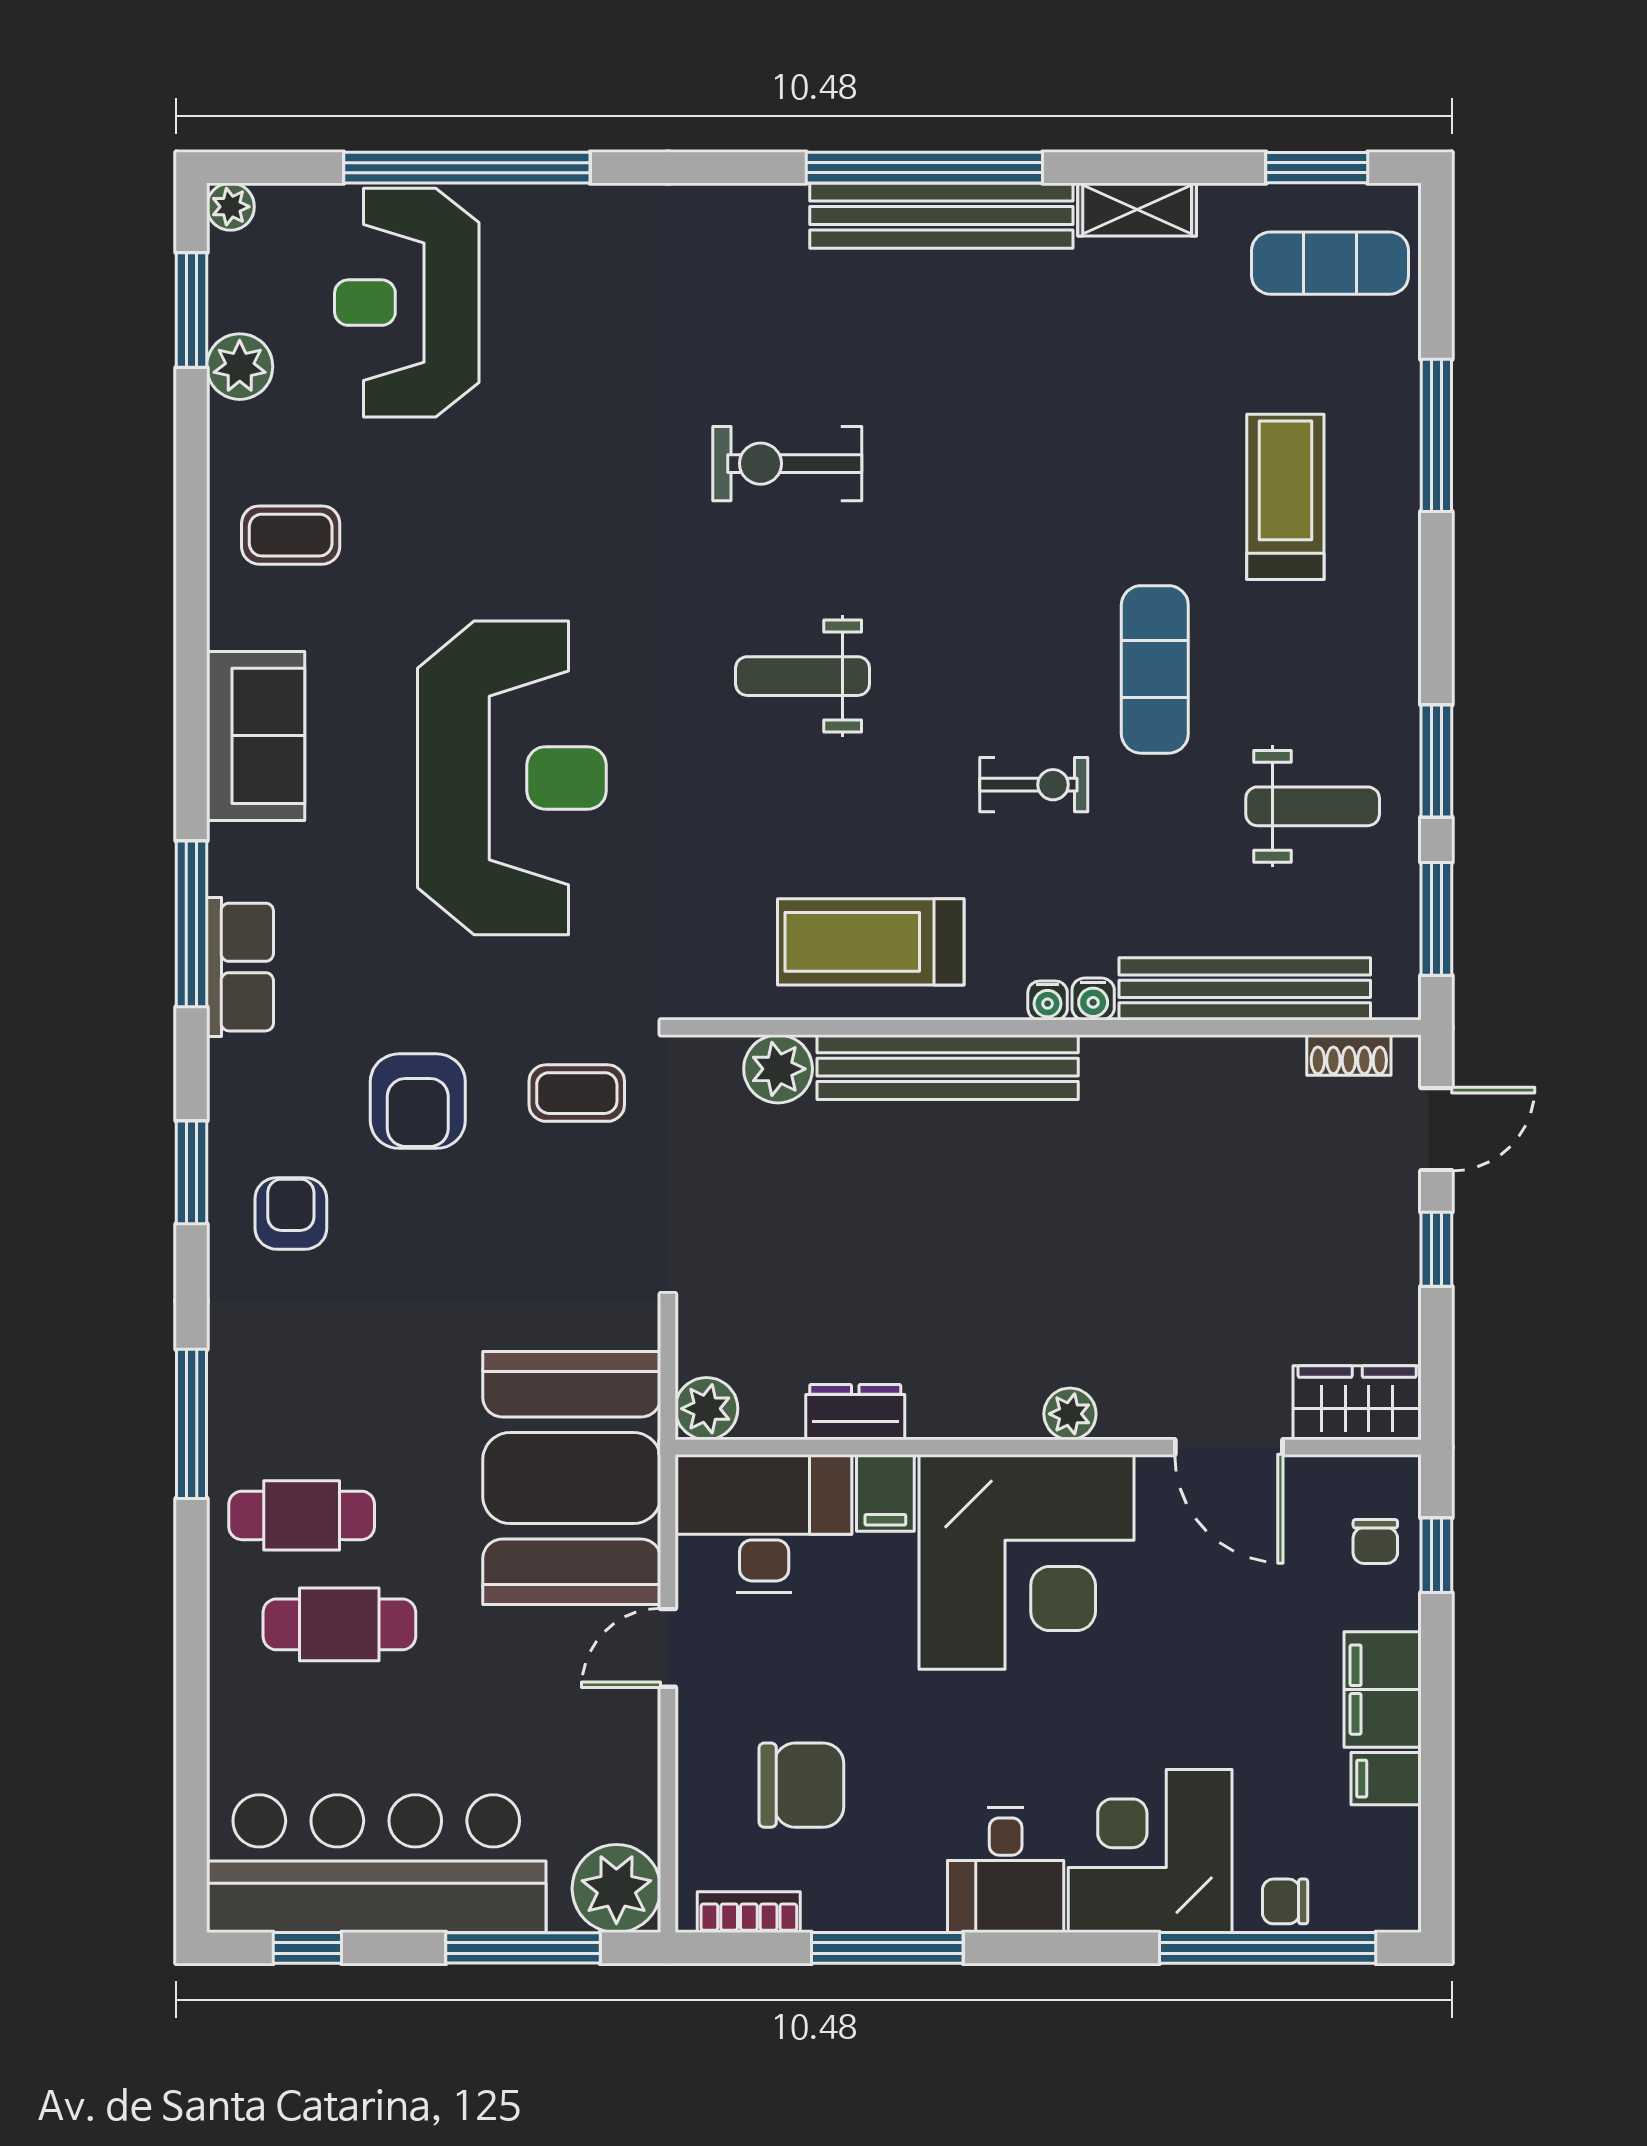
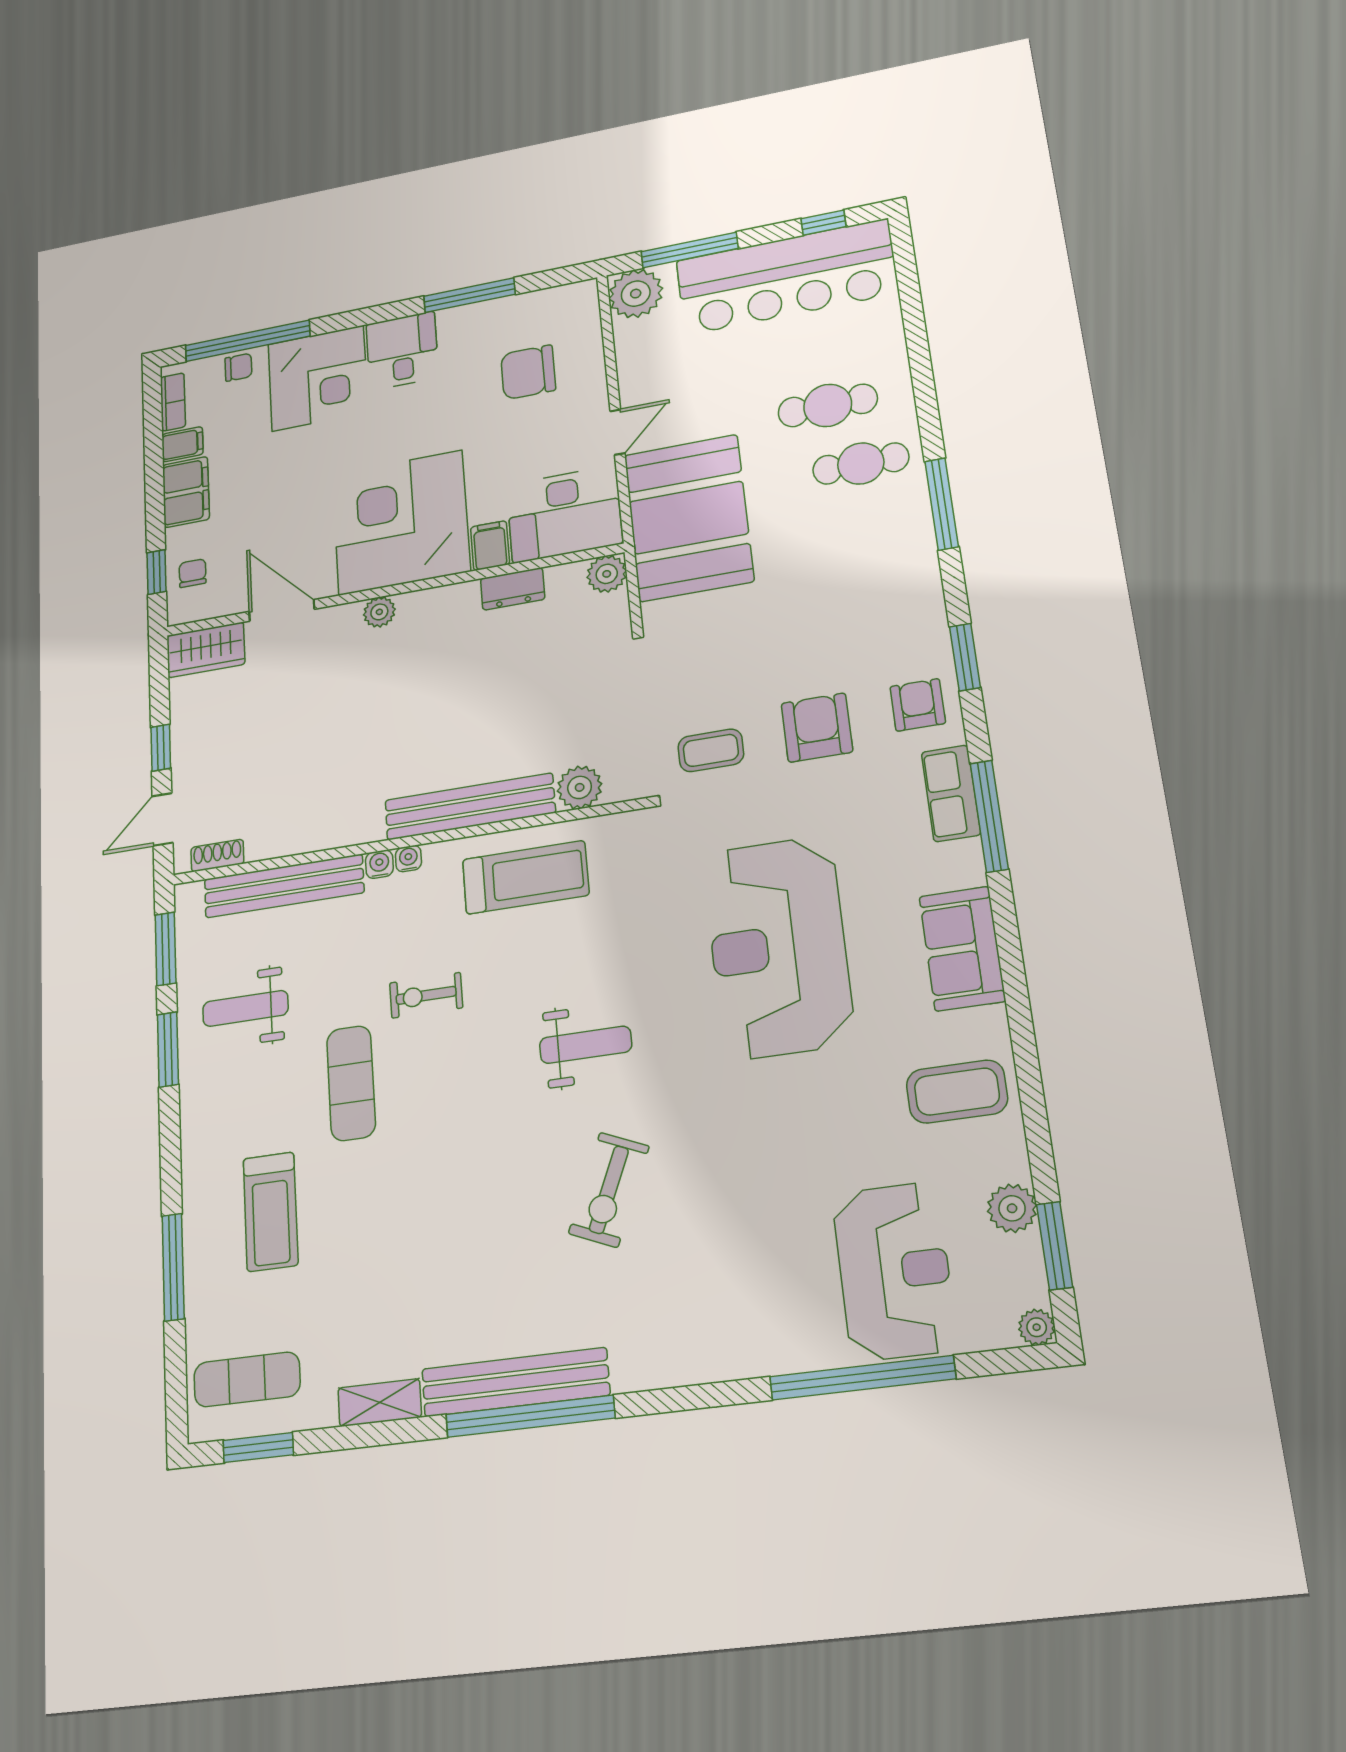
exercise bike: (787, 464) -> (609, 1190), turned 113
coffee table: (291, 535) -> (957, 1092), width x1.36, depth x1.30
armchair: (291, 1213) -> (918, 705), moved, turned 180
bookcase: (749, 1912) -> (173, 402), moved, turned -90

